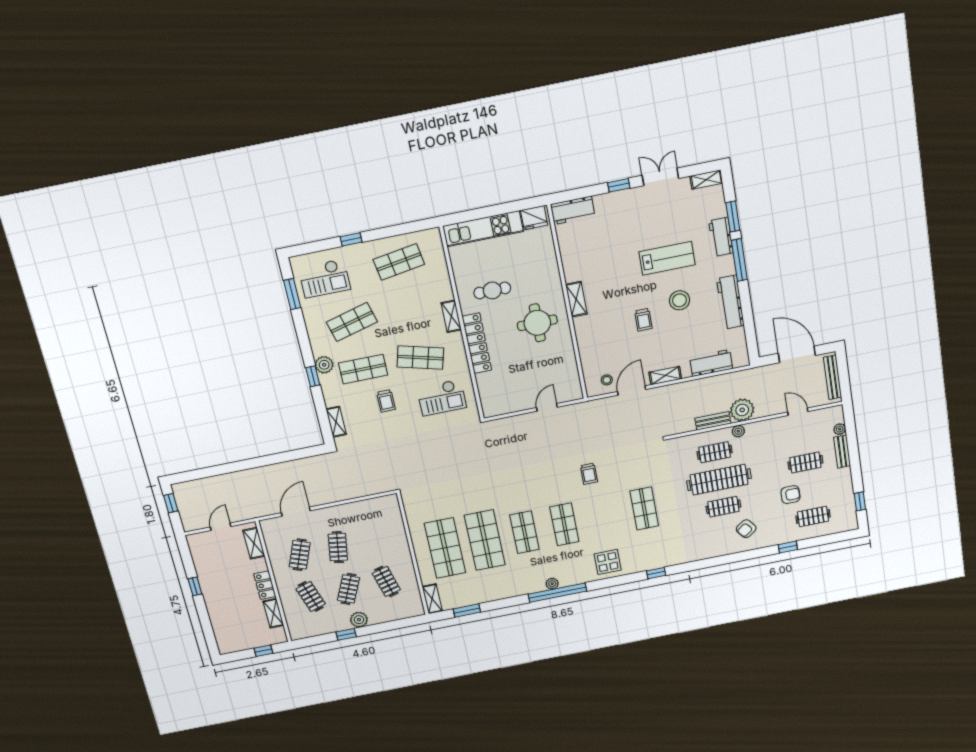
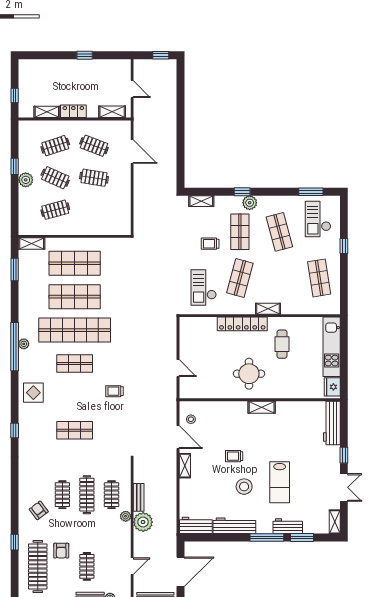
workbench: (573, 210) -> (332, 423), width x1.37
workbench: (711, 363) -> (196, 525), moved, turned -90
clothes rail: (719, 480) -> (87, 495), width x0.73, depth x0.76
clothes rail: (813, 517) -> (38, 566), width x1.86, depth x1.31
shop shelf: (524, 532) -> (75, 330), width x2.00, depth x1.36

